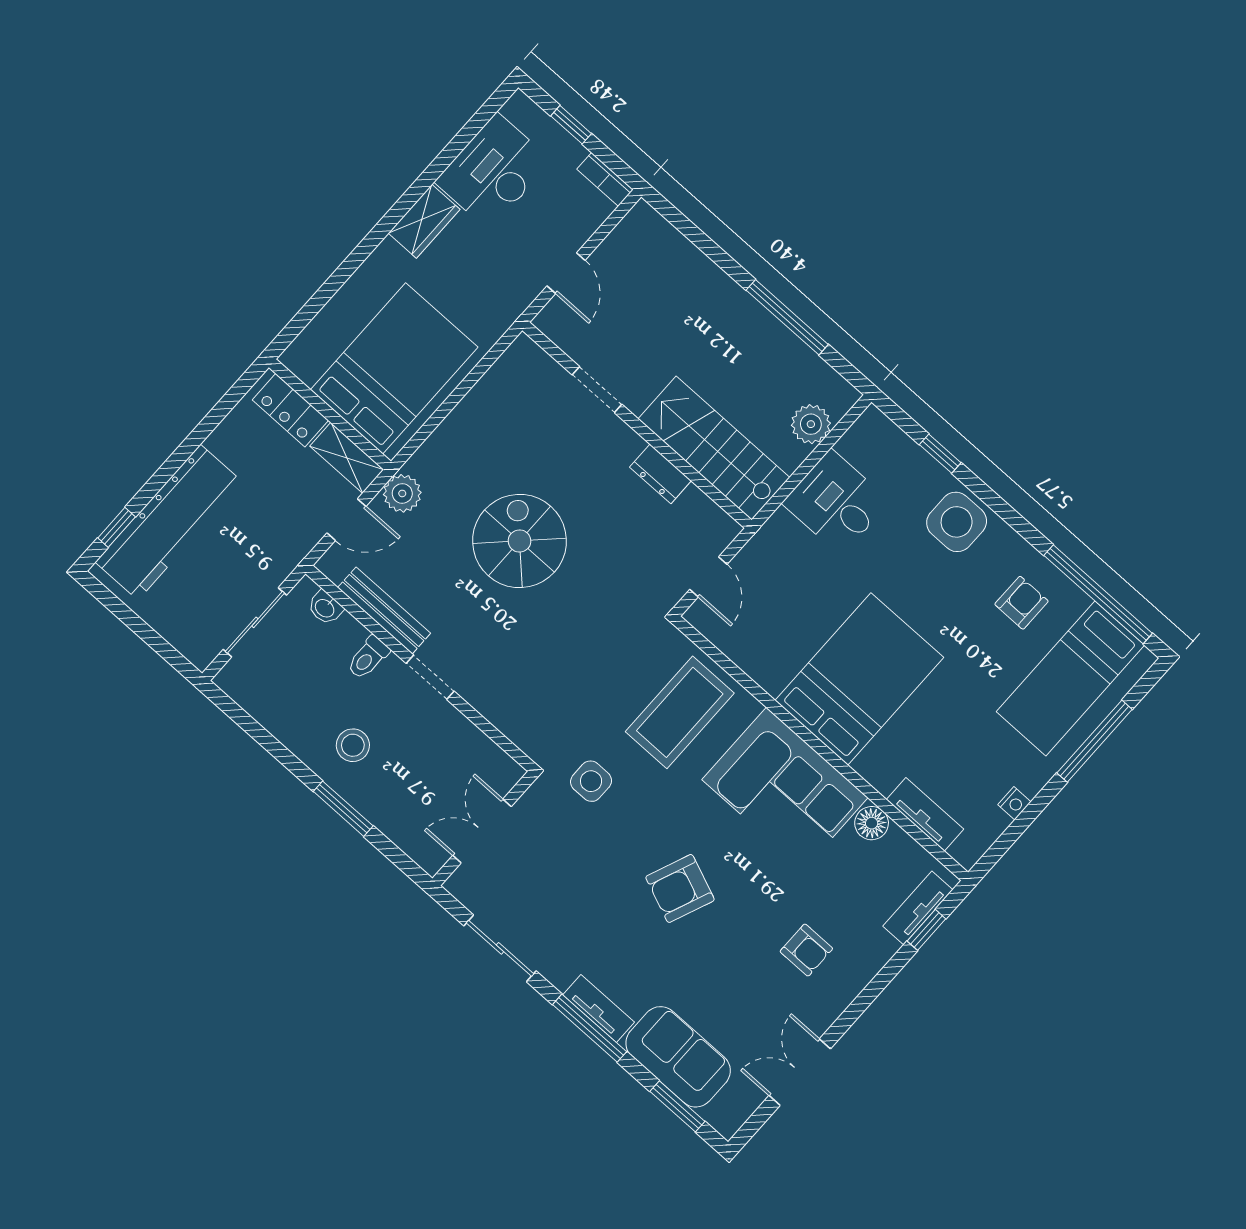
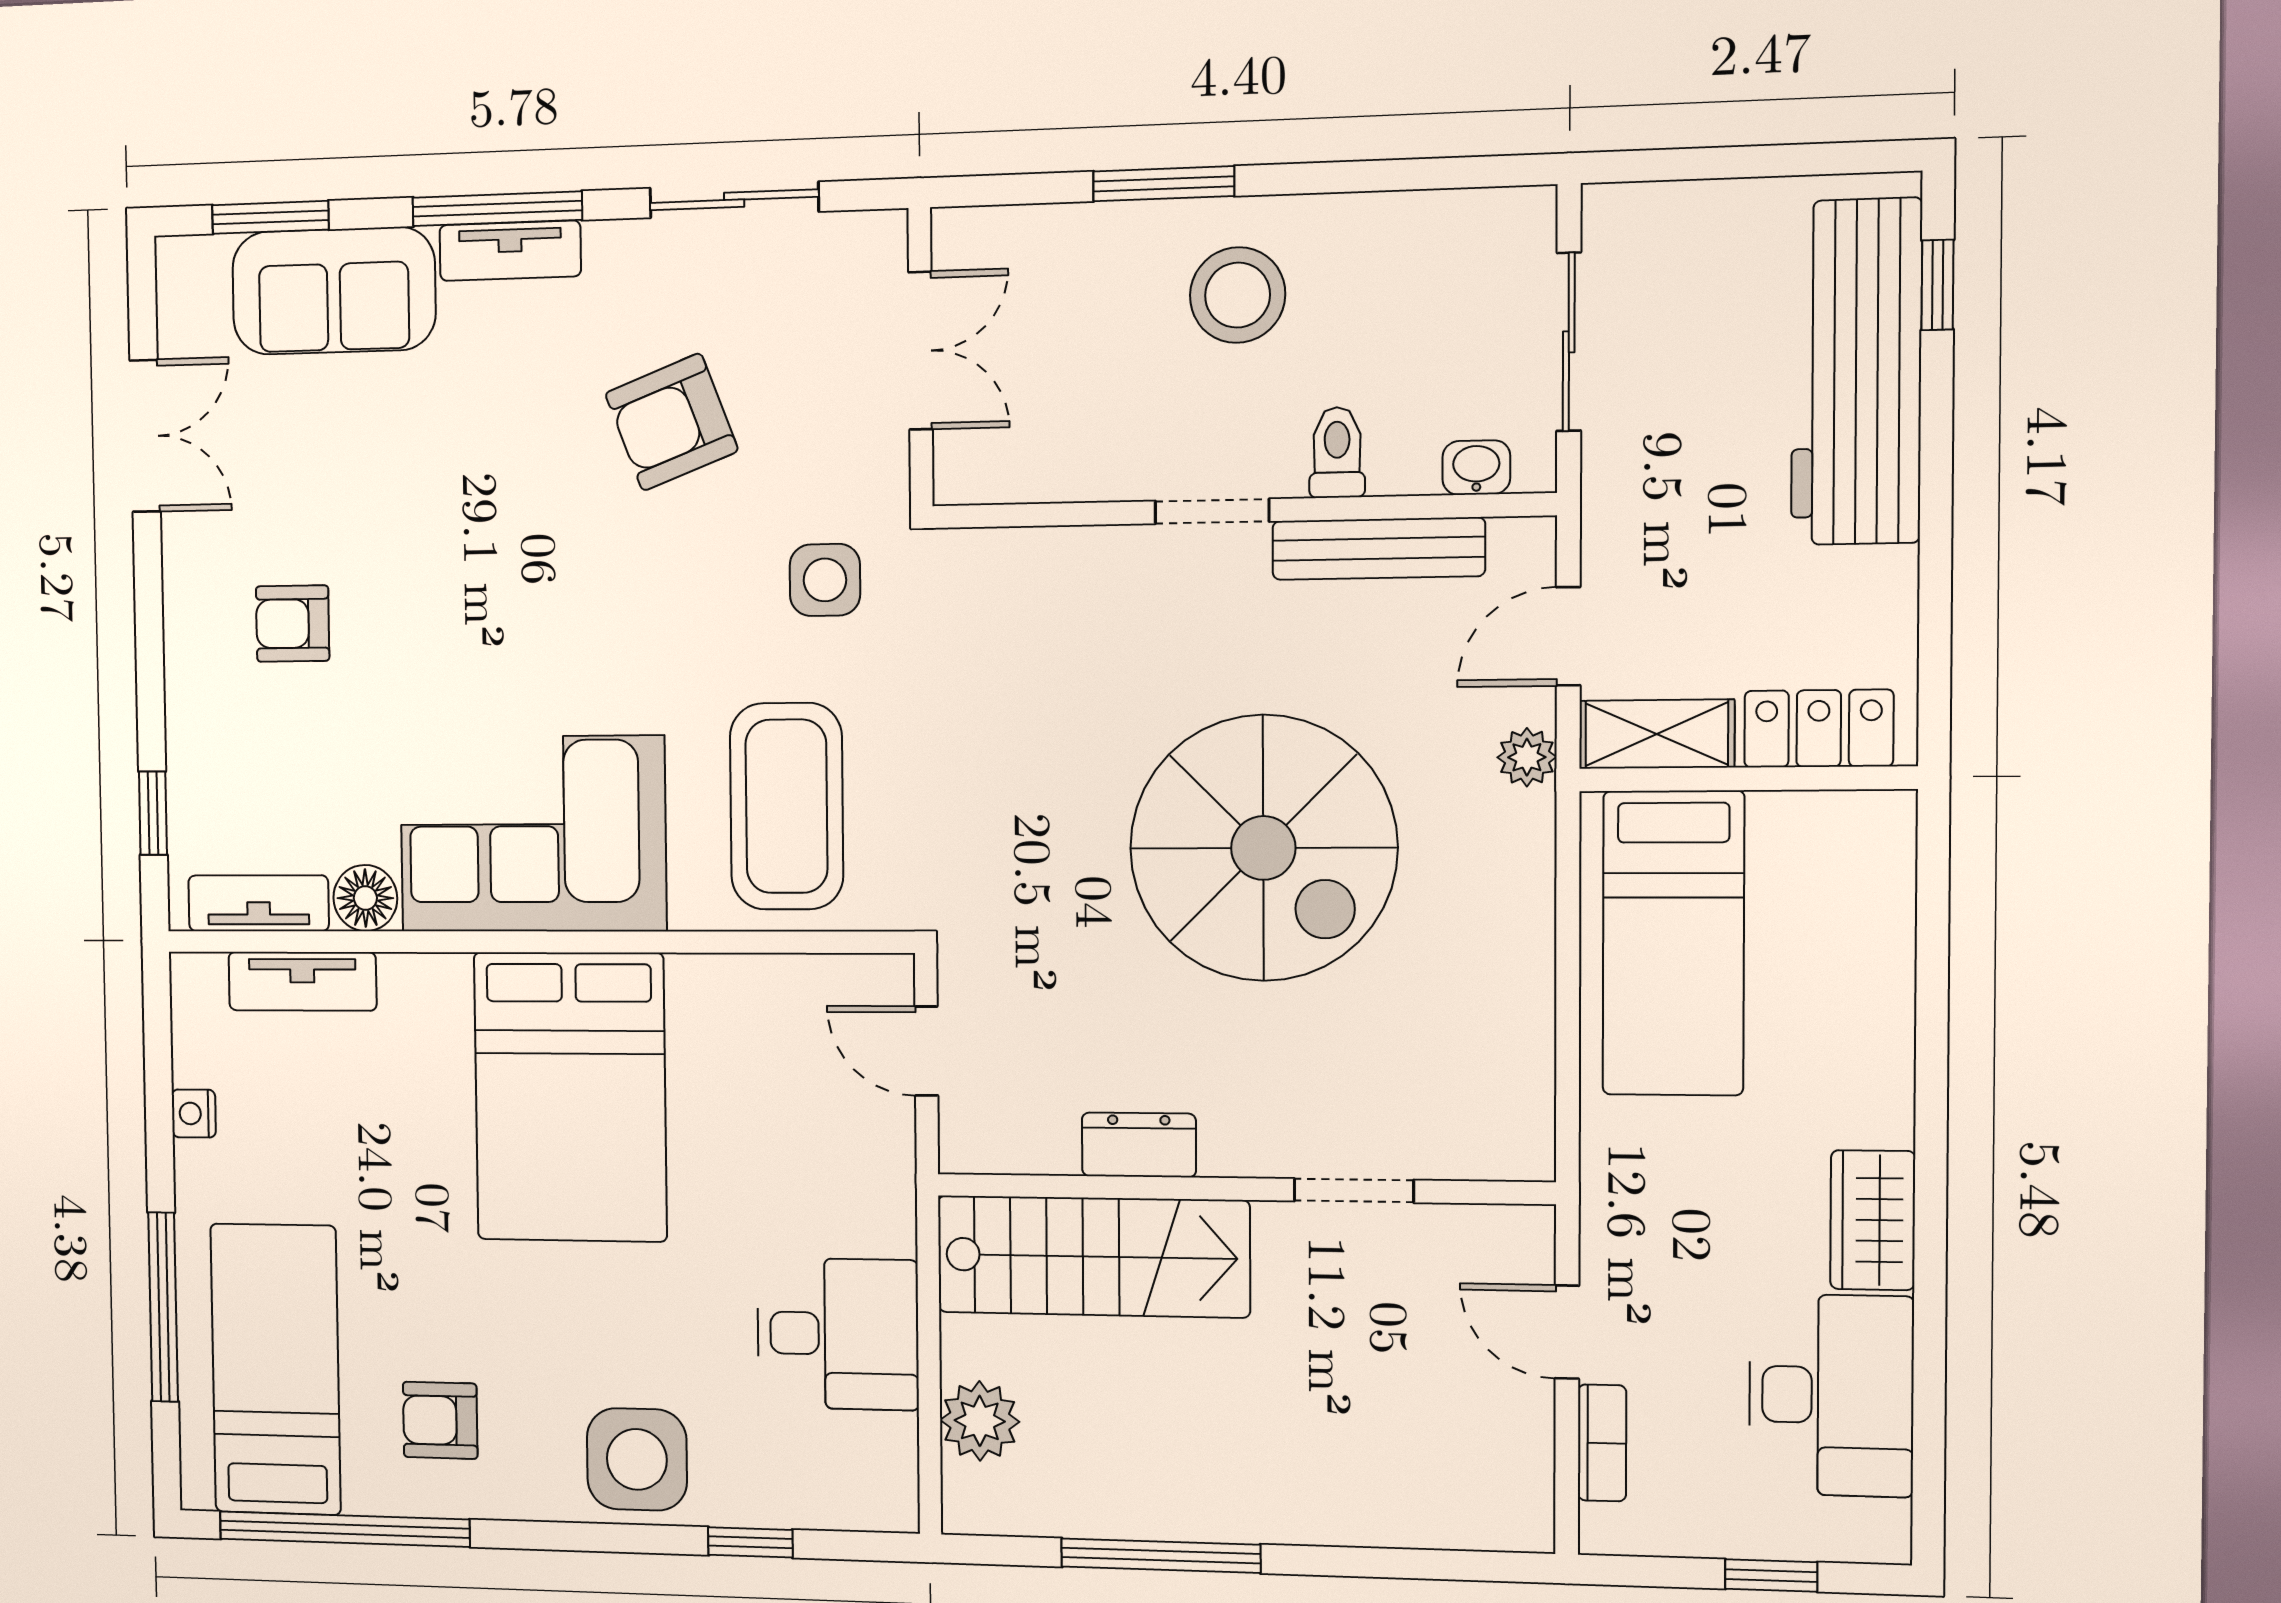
bookcase: (605, 179) -> (1602, 1443), moved, turned 90
bed: (394, 368) -> (1673, 943), width x0.67
plant: (402, 493) -> (1527, 757), width x0.73, depth x0.73
spiral stairs: (519, 541) -> (1263, 848), width x1.37, depth x1.37
armchair: (1021, 603) -> (440, 1420), turned 90
stool: (353, 745) -> (1238, 295), width x1.38, depth x1.38
armchair: (680, 888) -> (672, 422), moved, turned -133
tv unit: (918, 908) -> (258, 903), moved, turned -90

